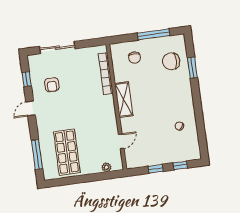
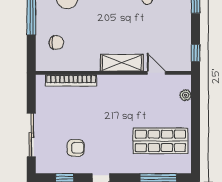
shelving: (124, 100) -> (122, 63), moved
window: (156, 169) -> (195, 53), moved

